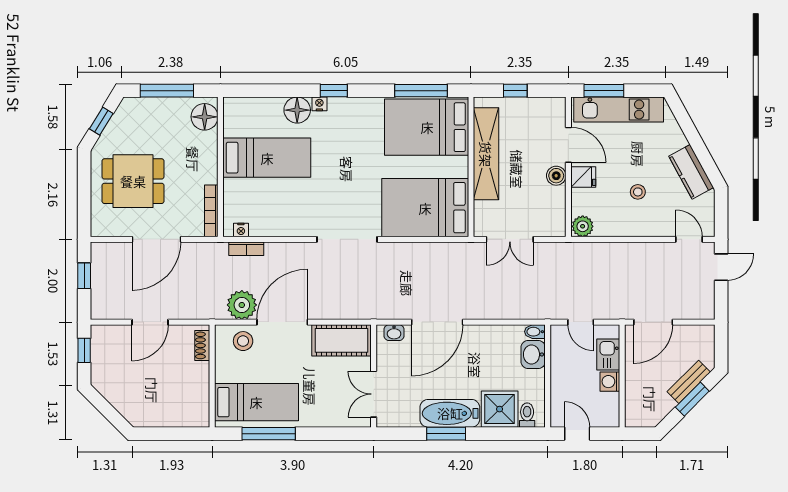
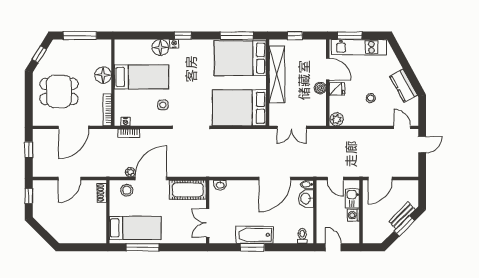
floor lamp: (205, 117) -> (103, 75), moved
side table: (301, 203) -> (163, 105), added
plant: (242, 305) -> (130, 172), width x0.53, depth x0.53
door: (437, 322) -> (275, 179), moved
shower: (500, 409) -> (285, 232), removed

